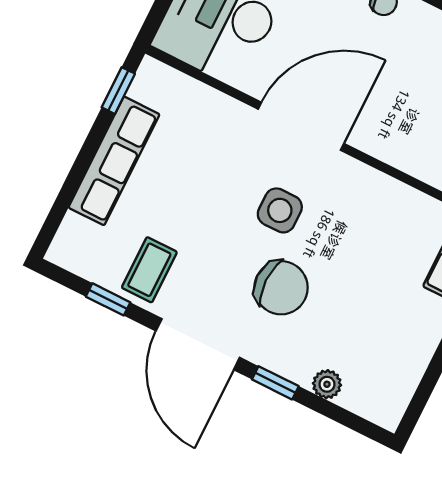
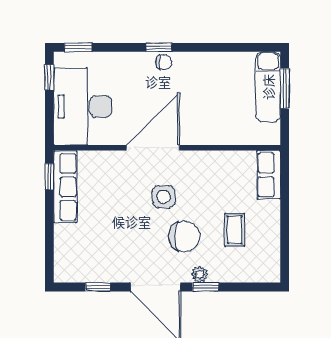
row of seats: (114, 161) -> (65, 187), moved
coffee table: (149, 270) -> (235, 230), moved
plant: (327, 384) -> (200, 274), moved

